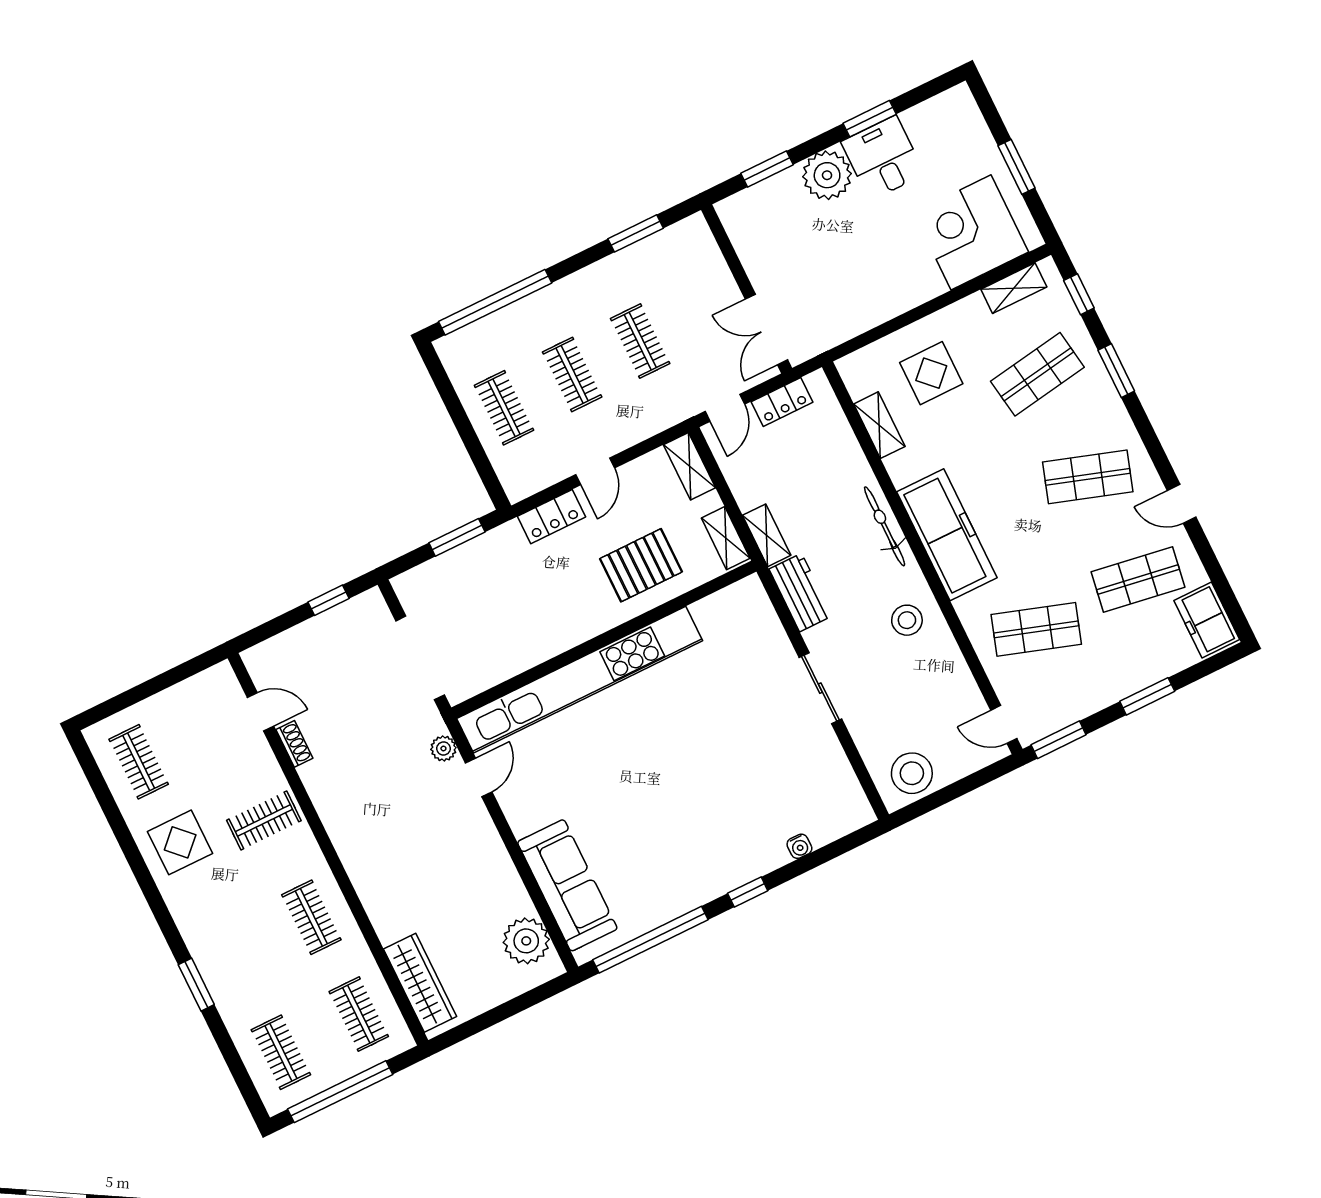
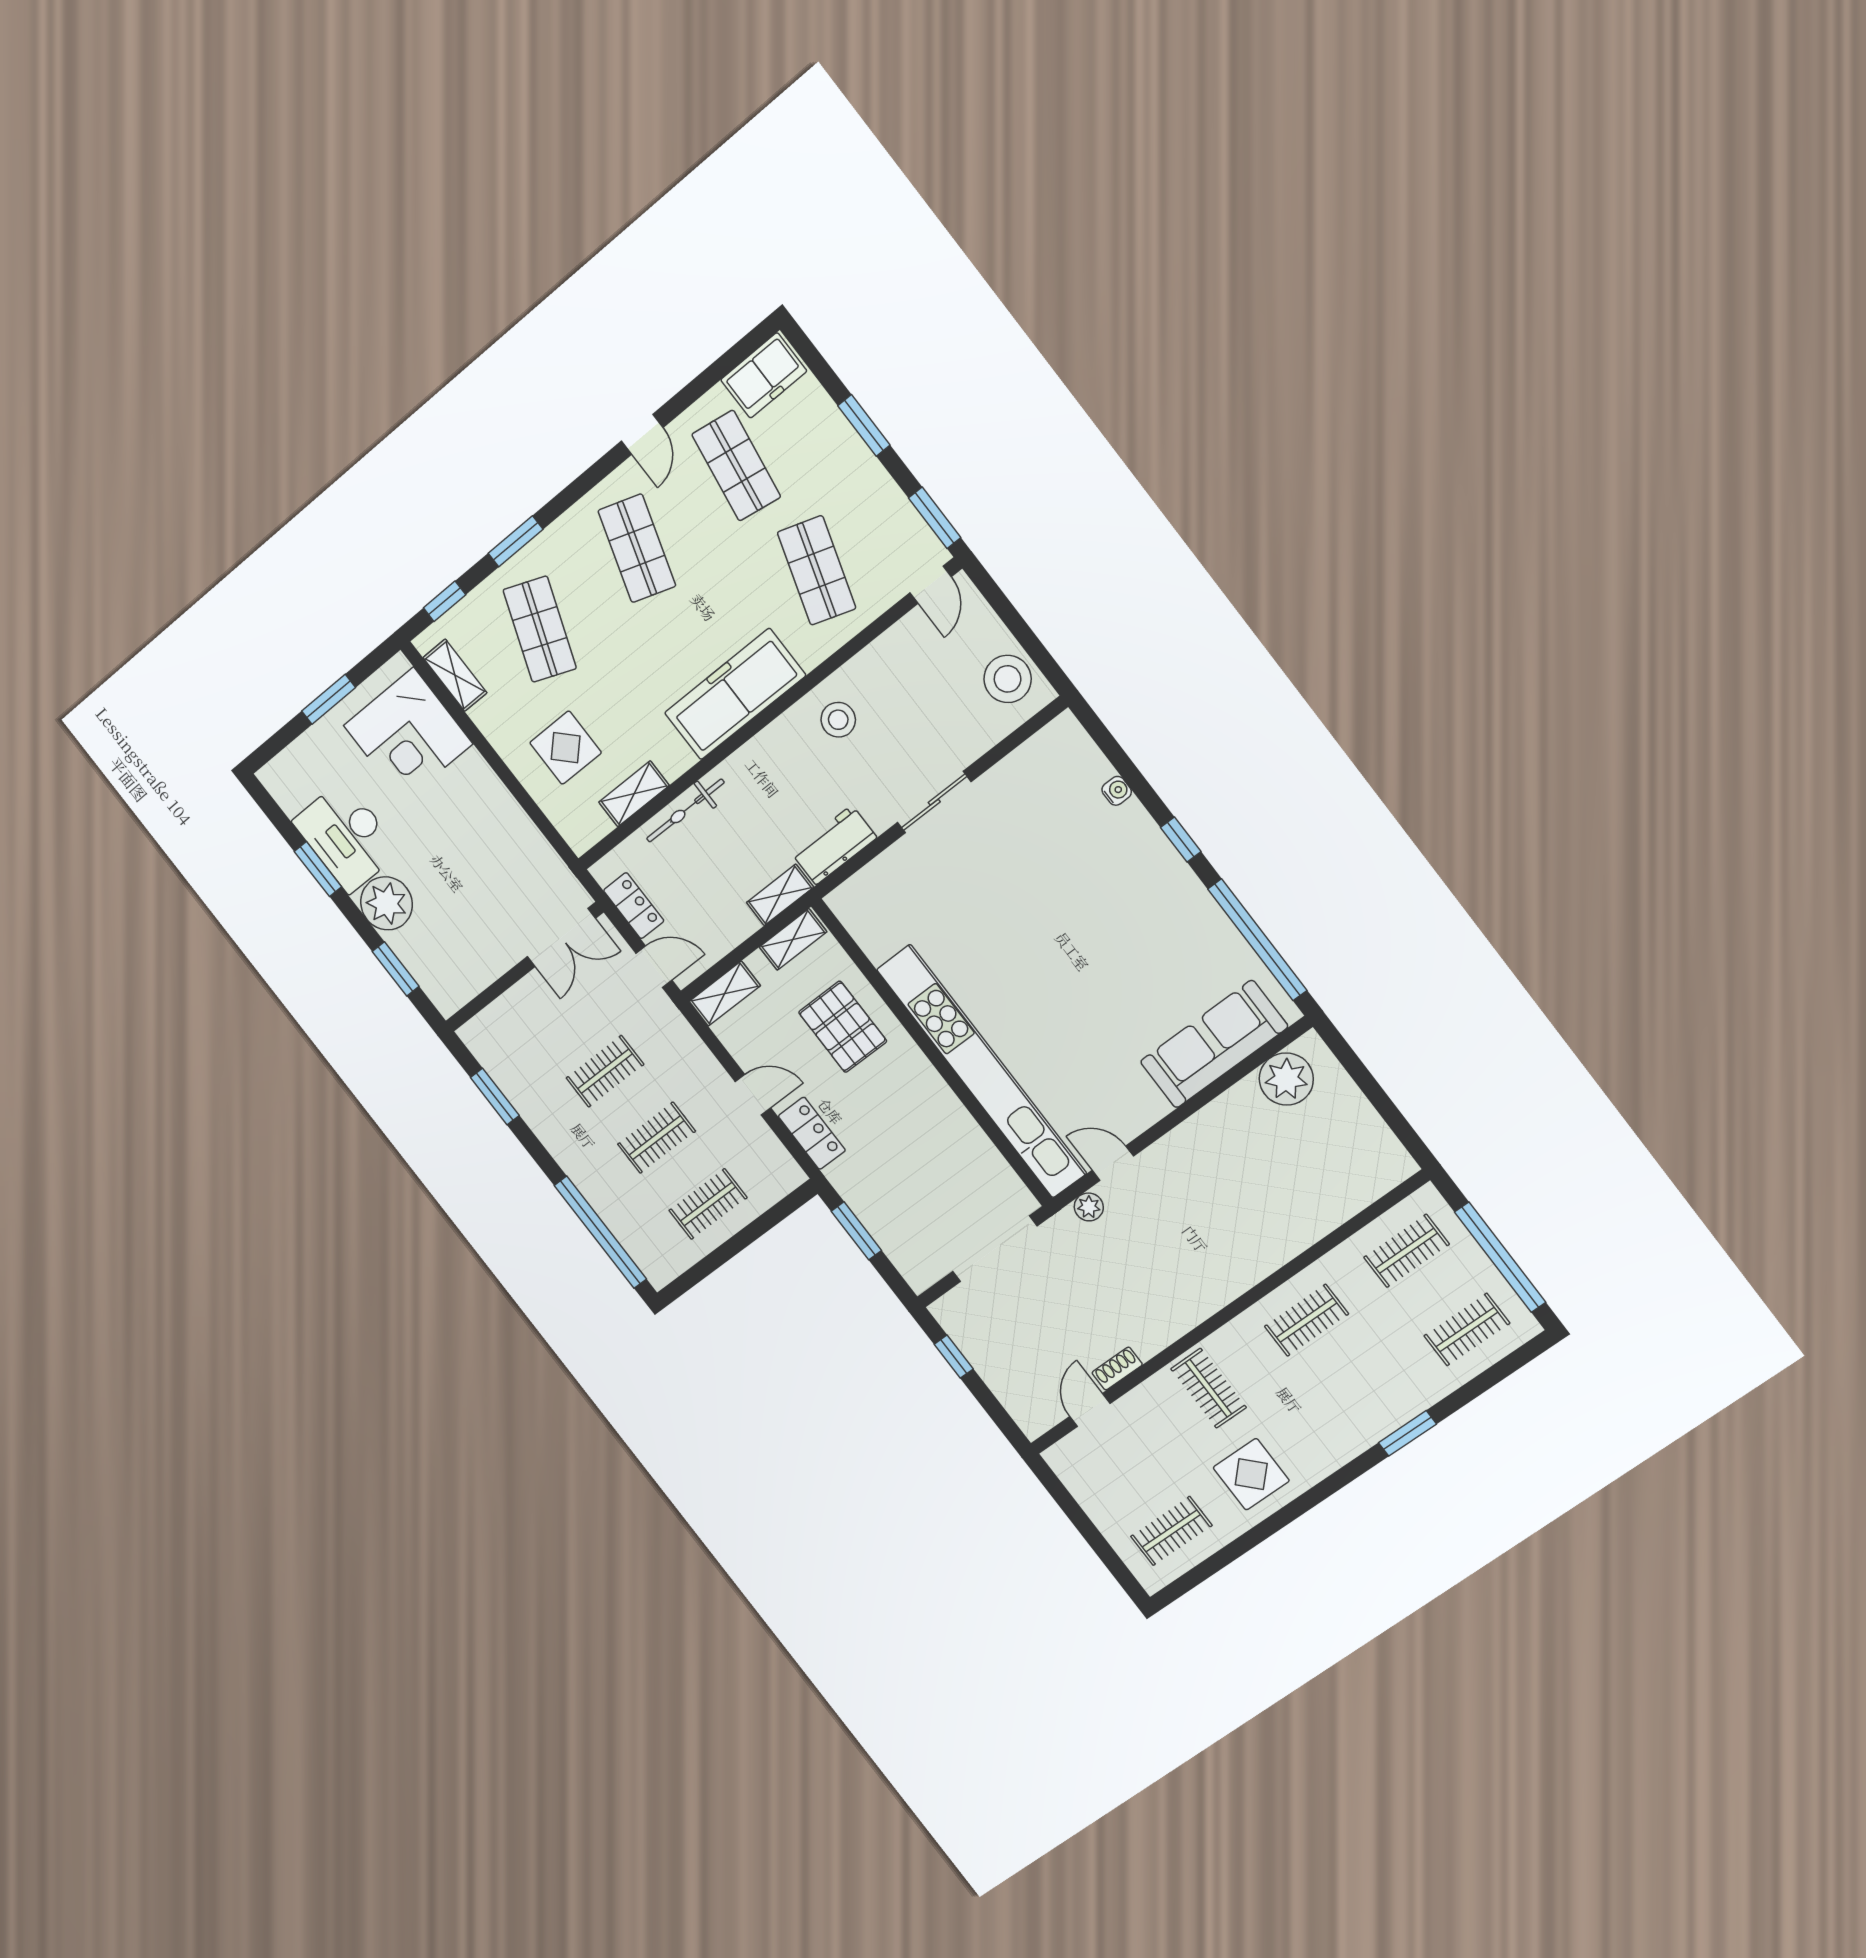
desk: (883, 158) -> (346, 836), width x1.37
shop shelf: (1037, 374) -> (540, 629), turned 30
bicycle: (885, 526) -> (685, 811), moved
wardrobe: (420, 983) -> (1357, 1189), removed

